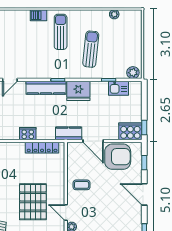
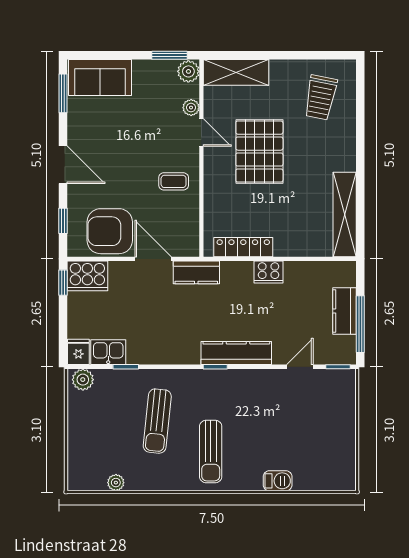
barbecue: (39, 15) -> (278, 481), moved
fridge: (78, 91) -> (78, 352), moved, width x0.53, depth x0.75

